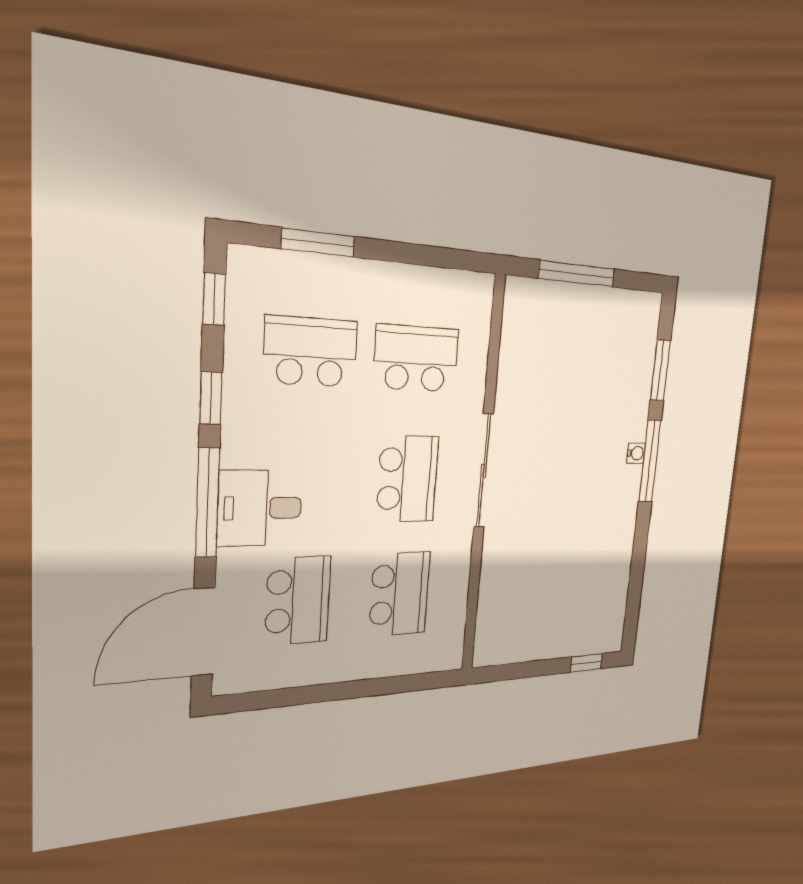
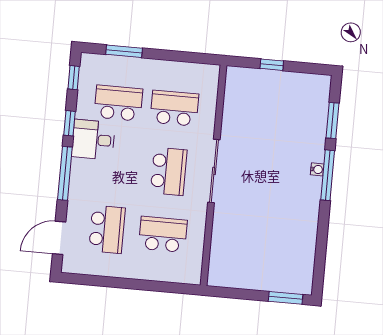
window: (577, 274) -> (272, 65), width x0.46
desk: (260, 508) -> (93, 140), moved
school desk: (399, 594) -> (163, 234), turned -90
door: (203, 632) -> (59, 238), width x0.73
window: (586, 663) -> (286, 298), width x1.50

